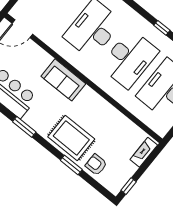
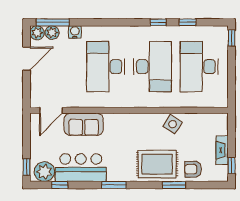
sofa: (63, 80) -> (84, 124), moved
side table: (109, 116) -> (173, 124), added
fireplace: (144, 152) -> (222, 150), moved

